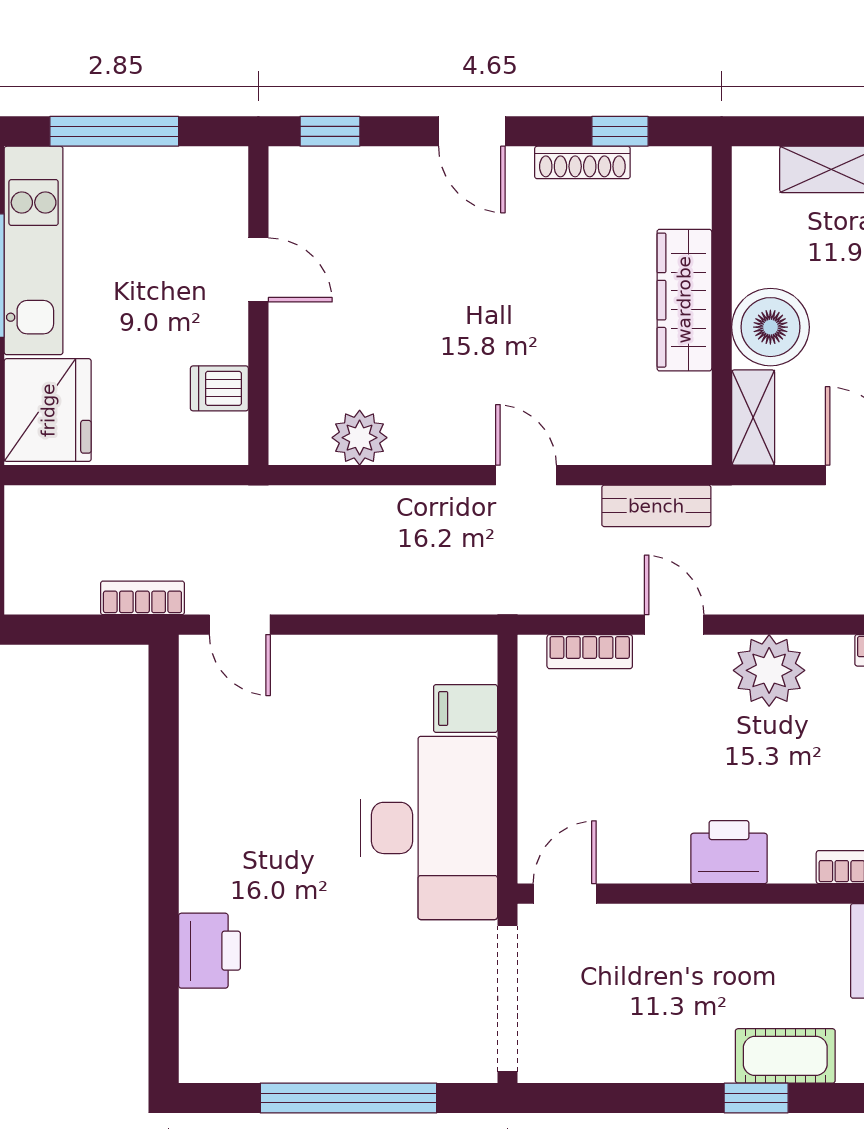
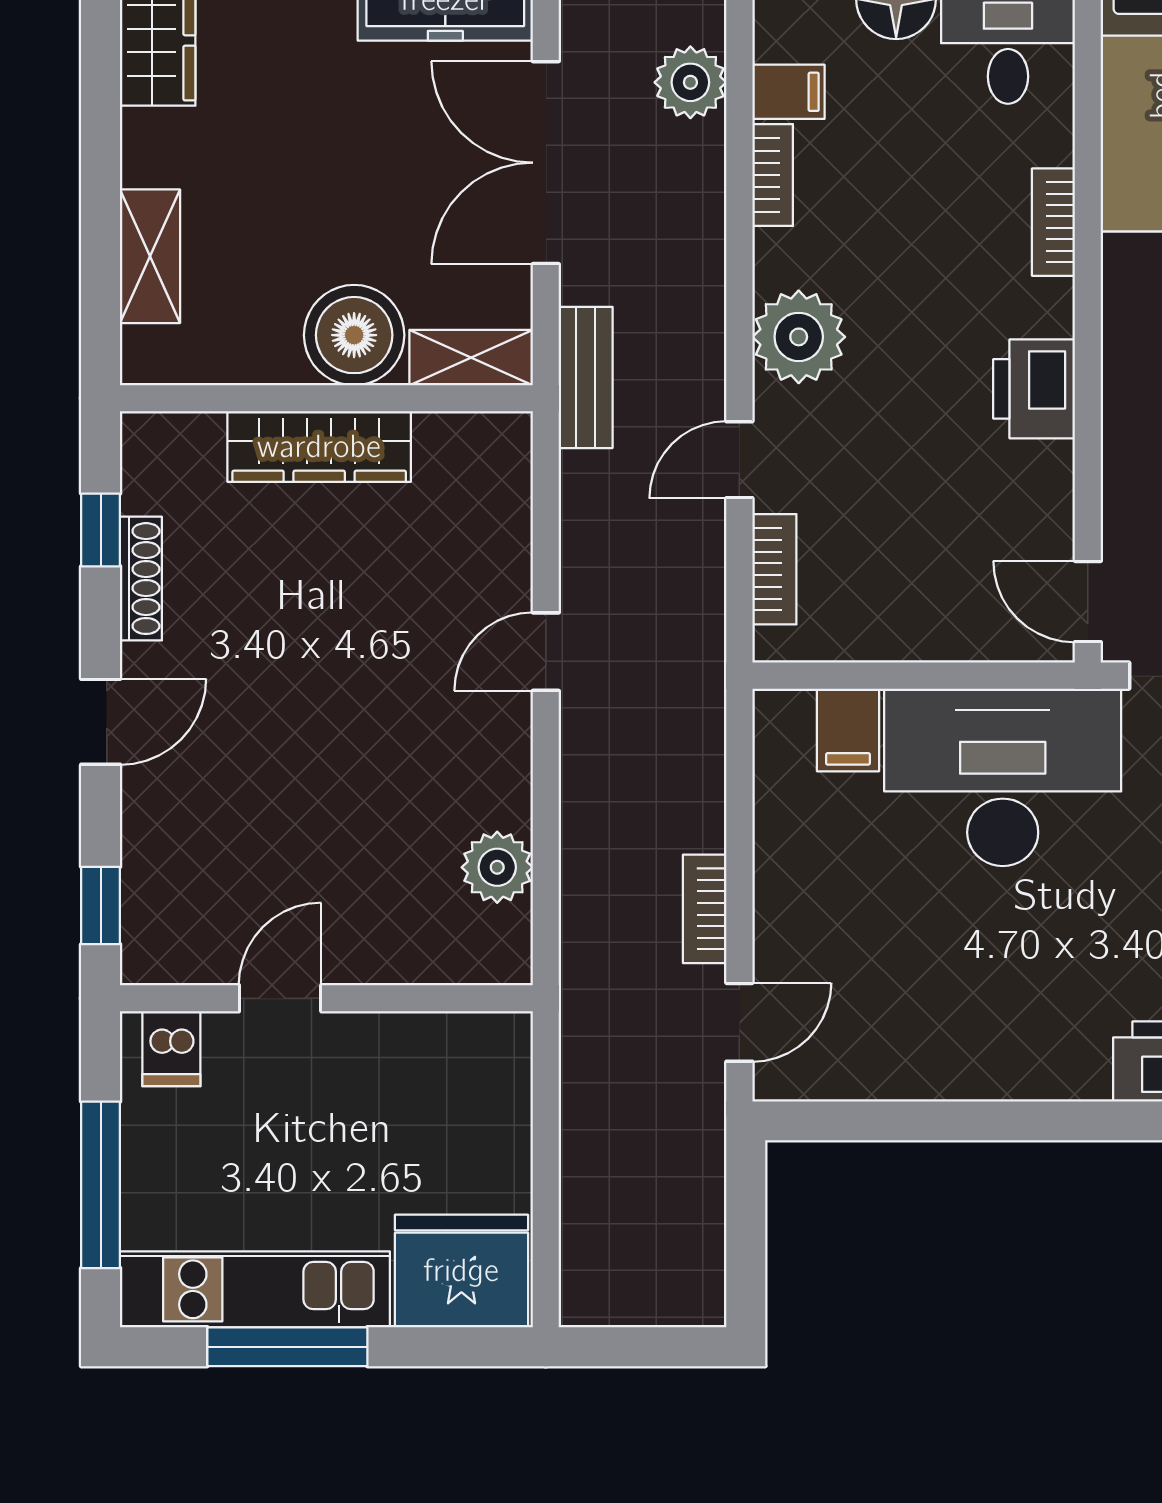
dishwasher: (219, 388) -> (171, 1049), moved
bench: (656, 506) -> (586, 377), moved
bookcase: (142, 598) -> (705, 909), moved

